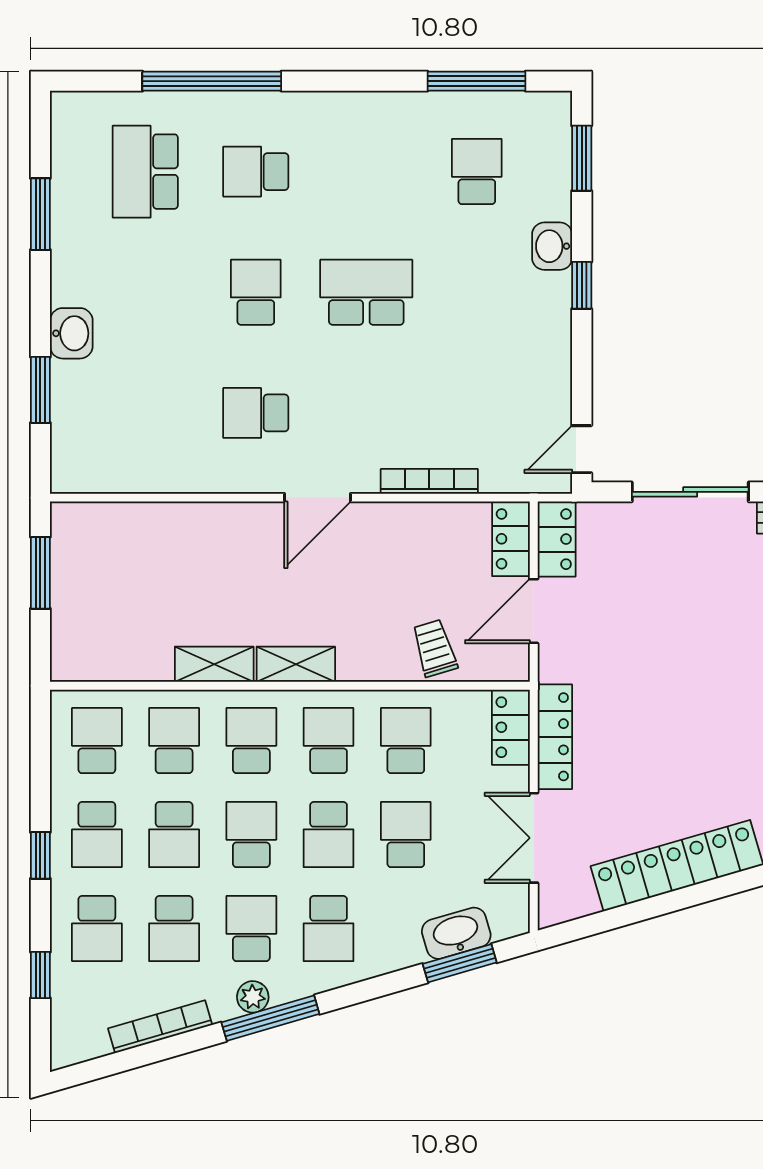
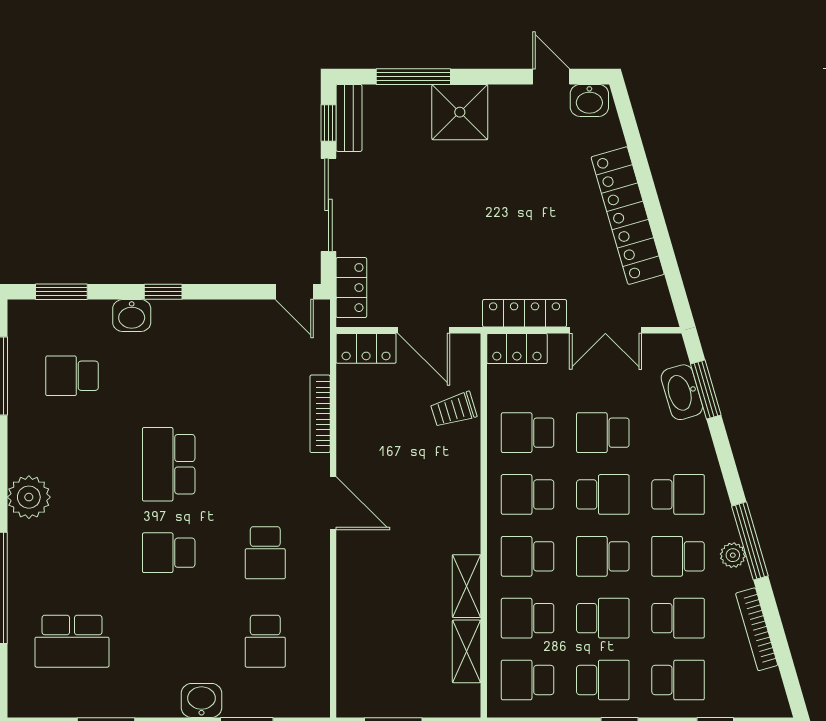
plant: (325, 118) -> (29, 497), added
school desk: (256, 172) -> (265, 641), moved
locker: (557, 539) -> (351, 288), moved, turned 90
shelving: (296, 664) -> (466, 651), moved

